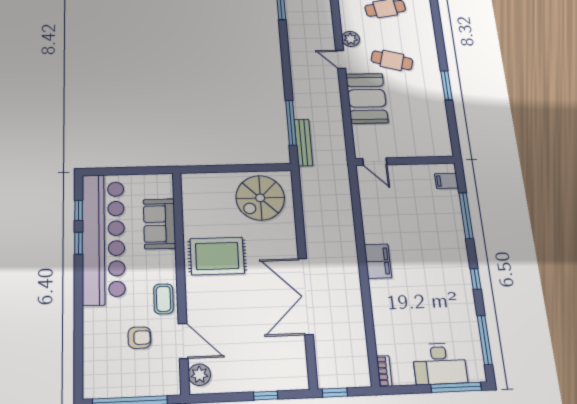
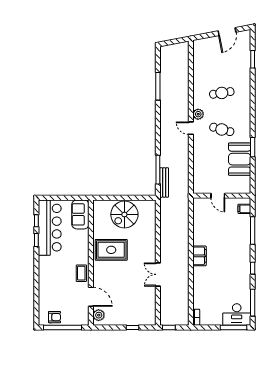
booth: (367, 98) -> (240, 159), moved
door: (375, 162) -> (218, 196), moved
spiral stairs: (260, 198) -> (124, 215), moved
sofa: (159, 224) -> (80, 214), moved
bar counter: (103, 239) -> (50, 228), width x0.73
double door: (306, 296) -> (158, 274), width x0.54
armchair: (139, 338) -> (55, 317), moved
desk: (440, 364) -> (237, 315), moved

